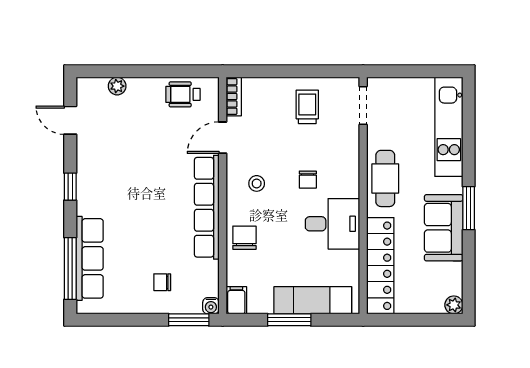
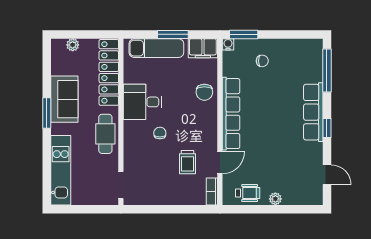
plant: (117, 86) -> (275, 199), moved
trolley: (307, 107) -> (188, 162), moved
stool: (257, 183) -> (196, 130), removed
row of seats: (90, 258) -> (313, 112), moved
filing cabinet: (236, 300) -> (203, 48), width x2.00
plant: (454, 305) -> (73, 45), moved

